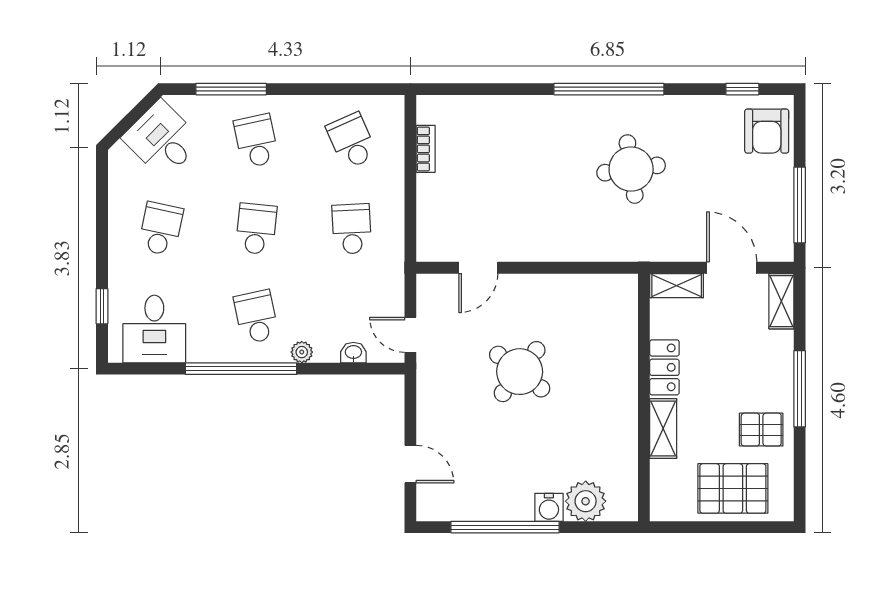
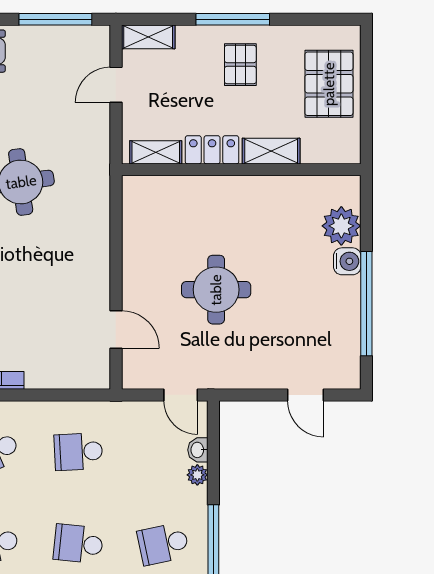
door: (732, 268) -> (116, 85), width x0.73
shelving: (677, 286) -> (156, 152), moved, turned 90
door: (410, 335) -> (181, 395), hinge flipped
plant: (302, 352) -> (197, 475), moved
round table: (520, 372) -> (216, 290), turned -38
pallet: (761, 430) -> (240, 65), moved
door: (410, 464) -> (305, 395), swing flipped

